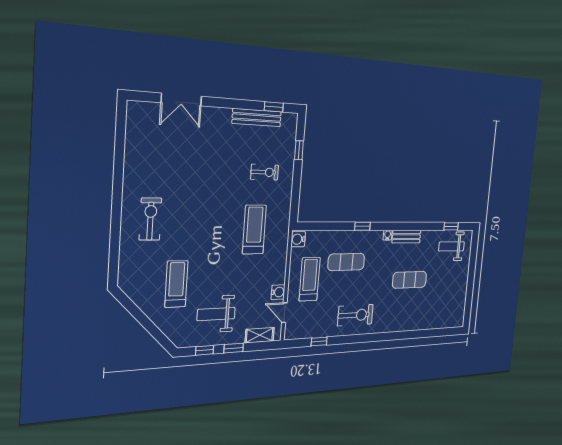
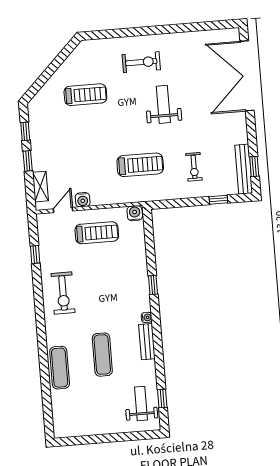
double door: (181, 99) -> (247, 76), width x1.87
bench: (257, 118) -> (244, 169), moved
exercise mat: (346, 262) -> (60, 368), moved
weight bench: (216, 314) -> (163, 104), moved

